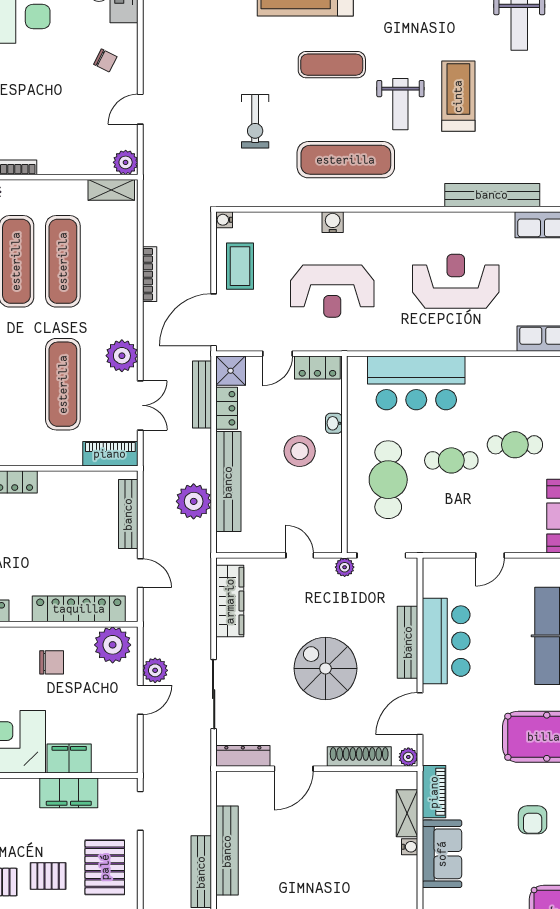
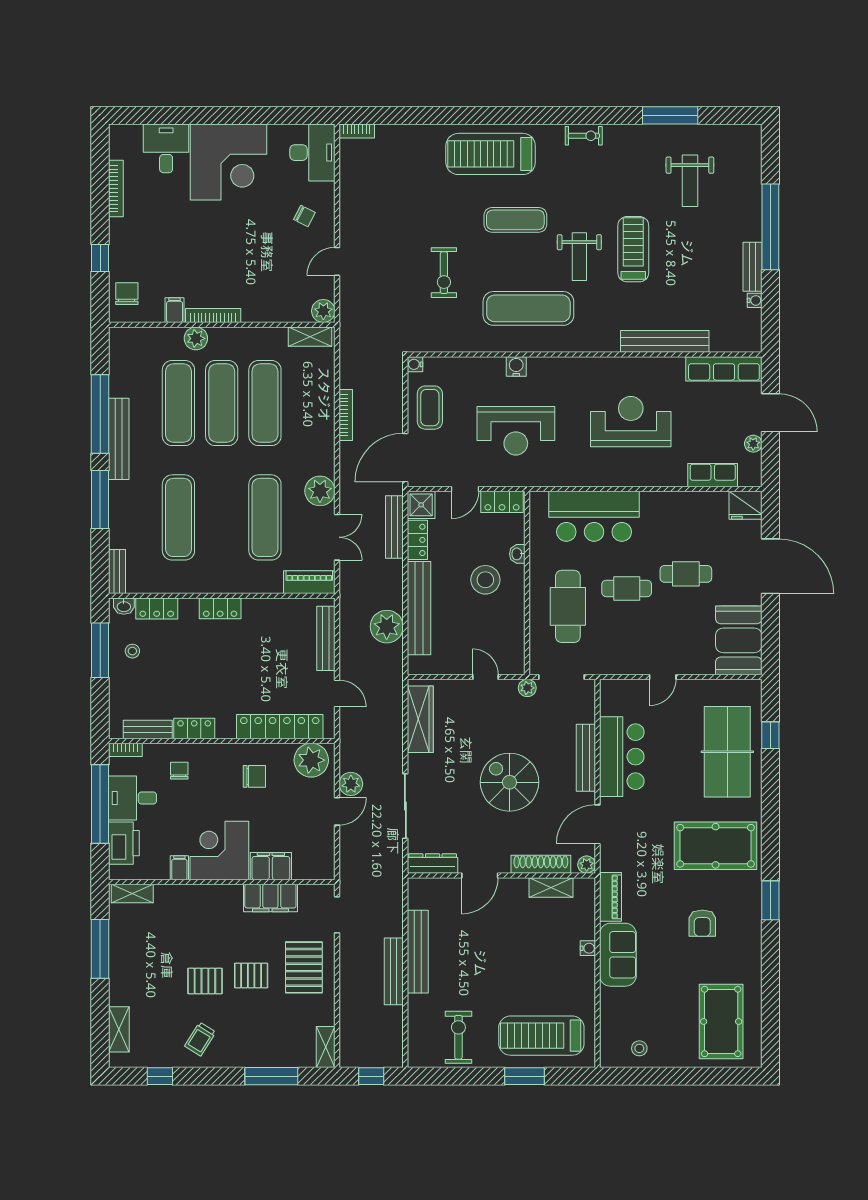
shelving: (407, 813) -> (551, 888), moved, turned 90

